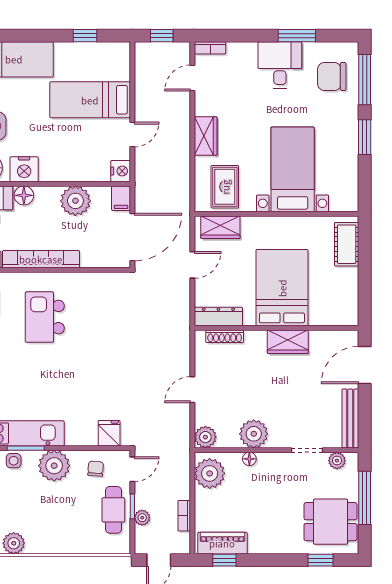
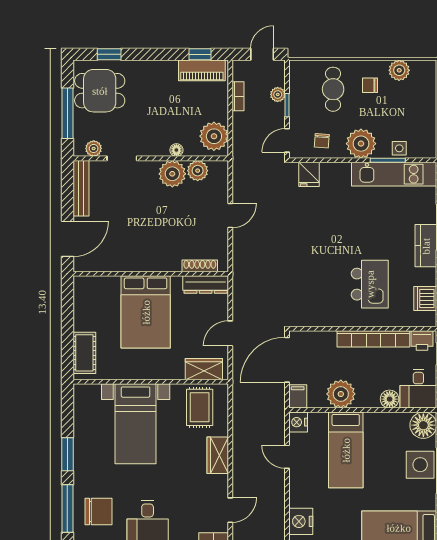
bed: (90, 100) -> (346, 450), moved, turned 90
door: (132, 135) -> (287, 457), hinge flipped
nightstand: (24, 169) -> (301, 521), moved, turned -90
wardrobe: (288, 342) -> (140, 261), removed
plant: (205, 437) -> (198, 171), moved
cafe table: (113, 510) -> (333, 89), moved
chair: (45, 527) -> (370, 85), added

